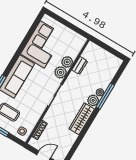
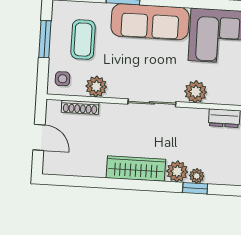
plant: (67, 62) -> (96, 87), moved
window: (105, 96) -> (195, 188), width x0.46

